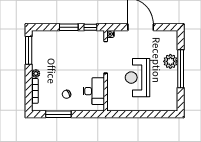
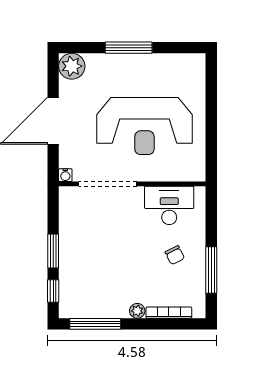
window: (90, 27) -> (53, 291), moved
plant: (170, 61) -> (72, 66), moved
window: (181, 69) -> (129, 48), width x0.68
reception desk: (138, 78) -> (144, 126), width x1.36, depth x1.30

